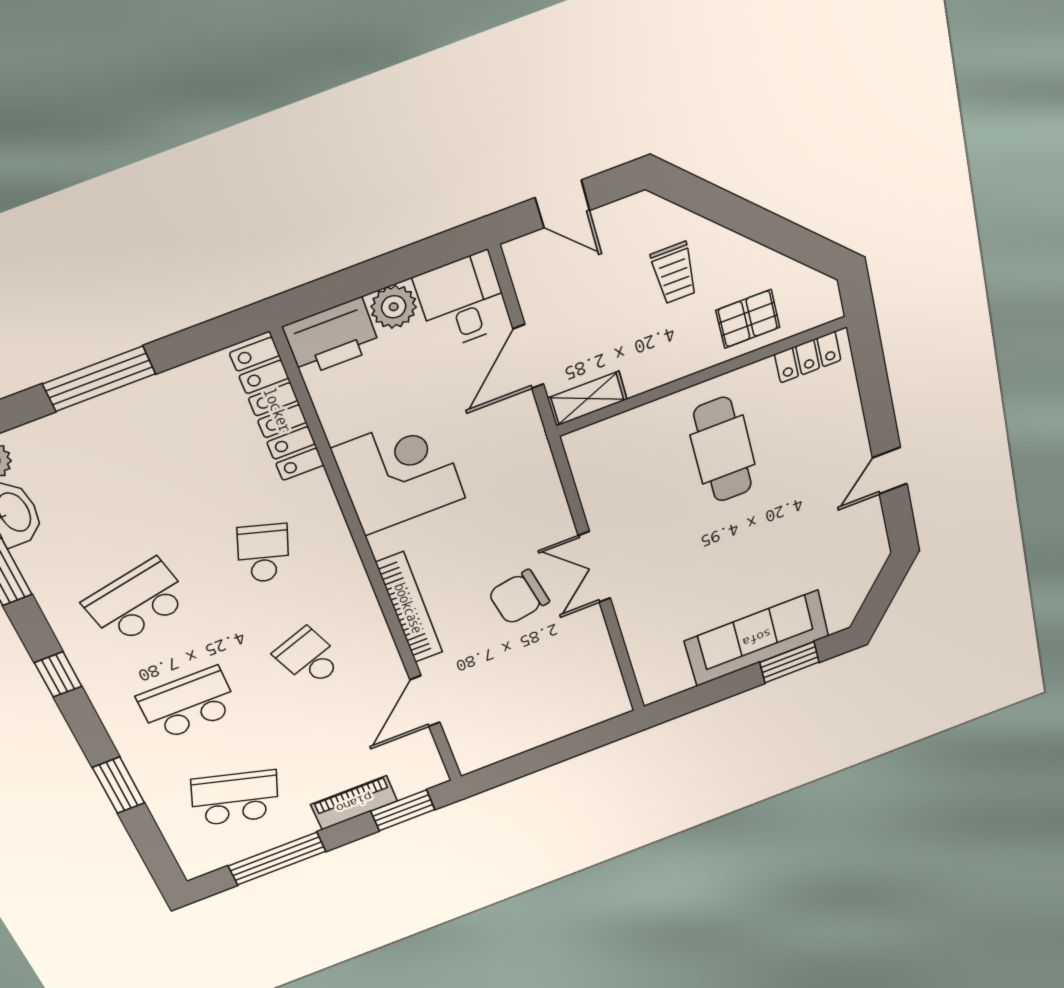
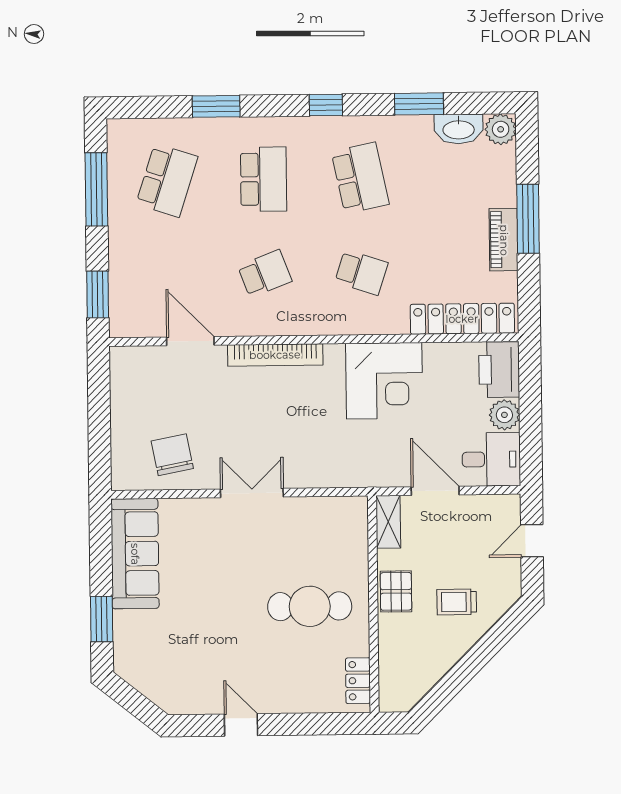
pallet: (748, 319) -> (396, 591), moved
chair: (519, 597) -> (172, 455), moved
sofa: (757, 638) -> (135, 554), moved
piano: (354, 803) -> (504, 240), moved, turned 180

